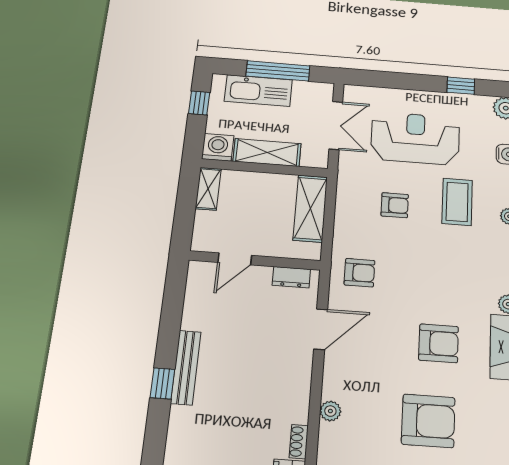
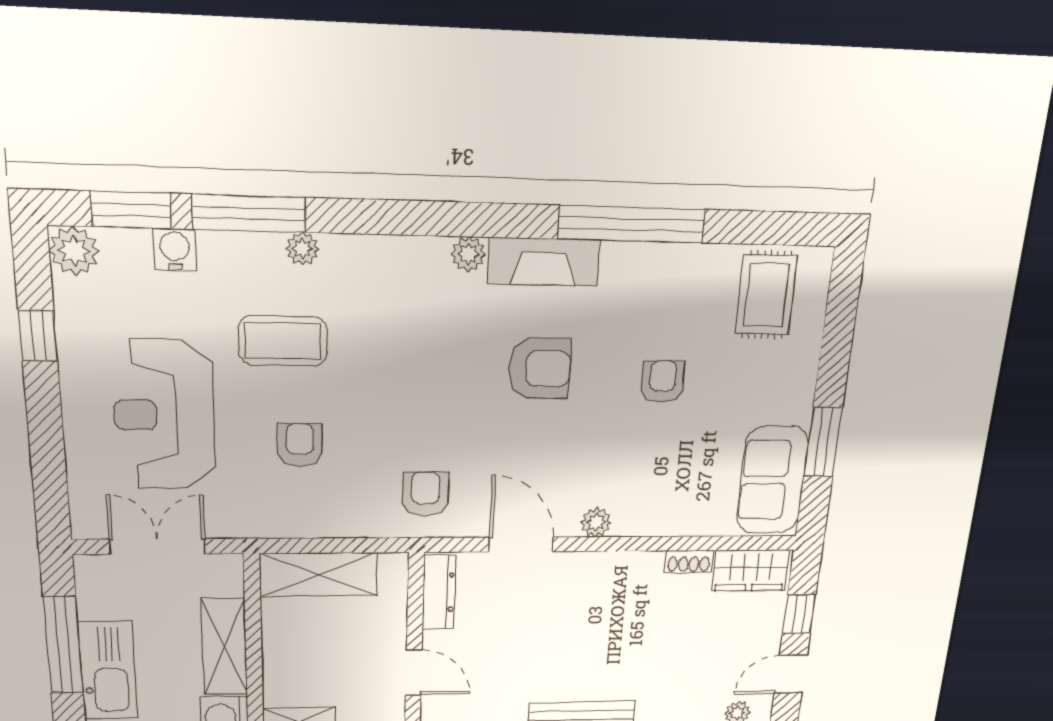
dresser: (291, 277) -> (439, 592), width x1.44
armchair: (439, 343) -> (540, 368), turned 90
plant: (330, 411) -> (596, 522), moved
armchair: (428, 421) -> (663, 382), width x0.53, depth x0.53

